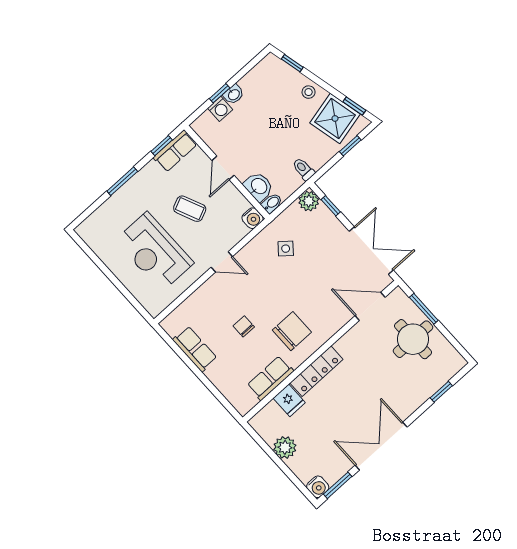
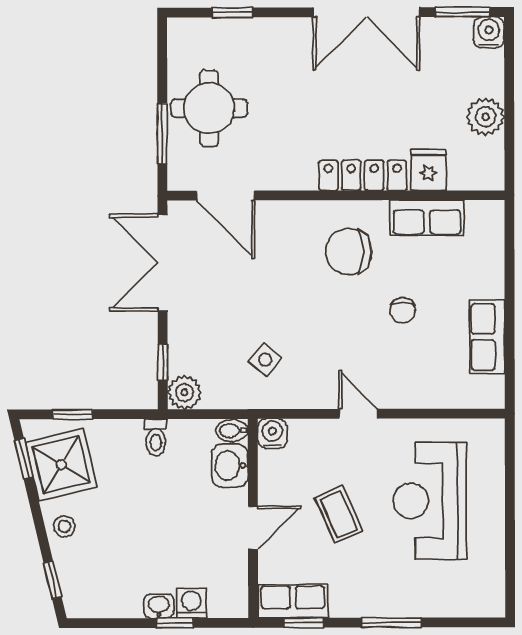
reception desk: (154, 252) -> (430, 501), turned 180

